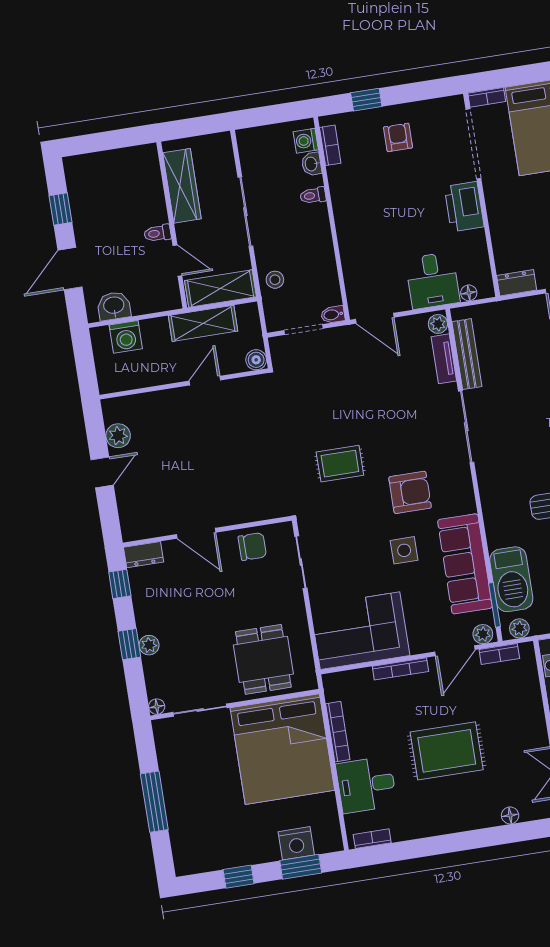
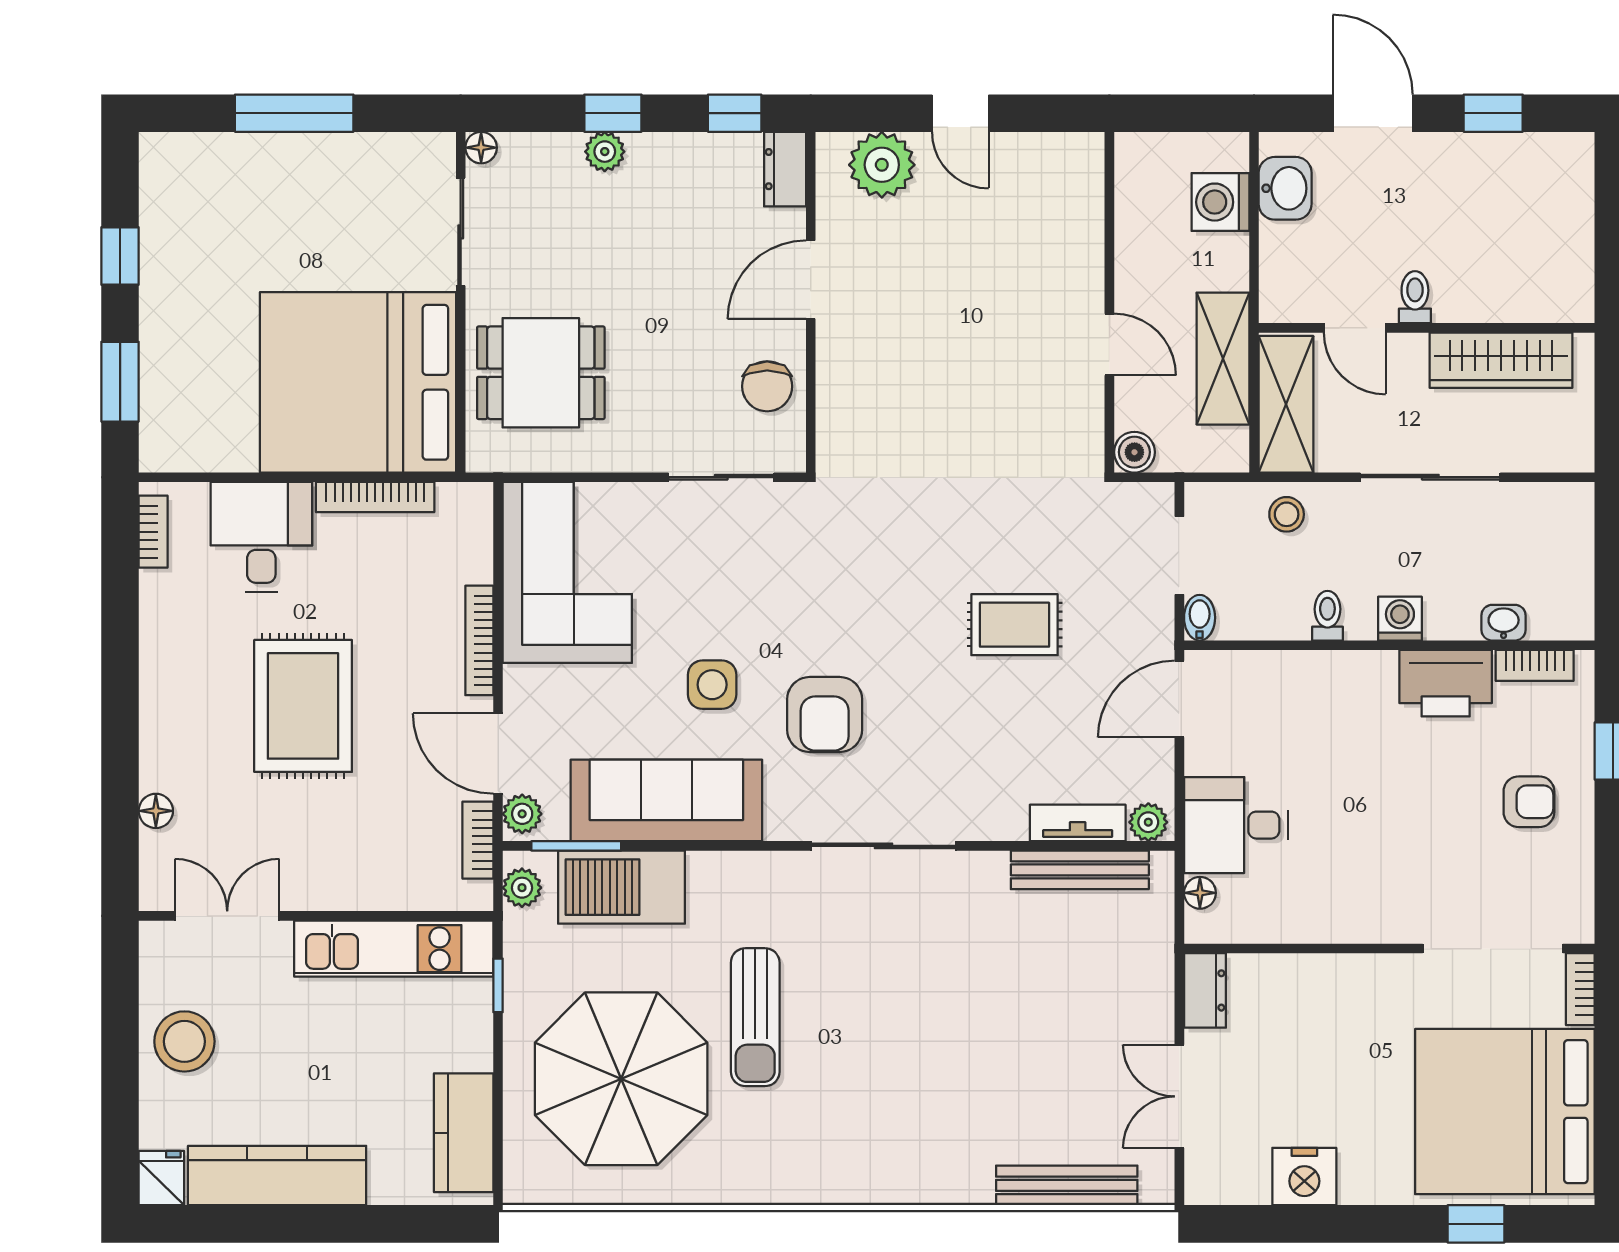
washing machine: (306, 141) -> (1400, 619), moved
toilet: (313, 196) -> (1327, 616), moved
printer: (464, 207) -> (1446, 683), moved, turned 180
door: (177, 261) -> (1355, 328), hinge flipped
sliding door: (466, 427) -> (883, 846), moved
plant: (118, 436) -> (882, 165), moved, width x1.36, depth x1.36
rug: (340, 464) -> (1014, 625), moved, turned 90
nightstand: (296, 843) -> (168, 380), removed

